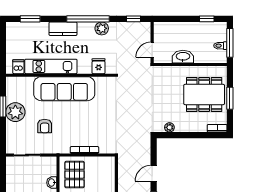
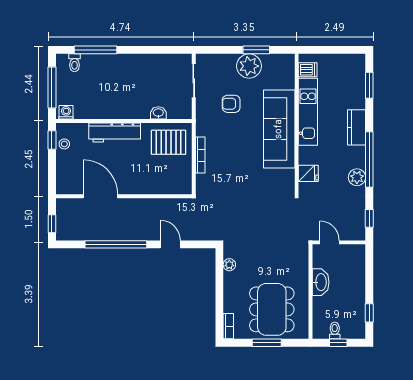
window: (230, 43) -> (338, 343), width x0.46

